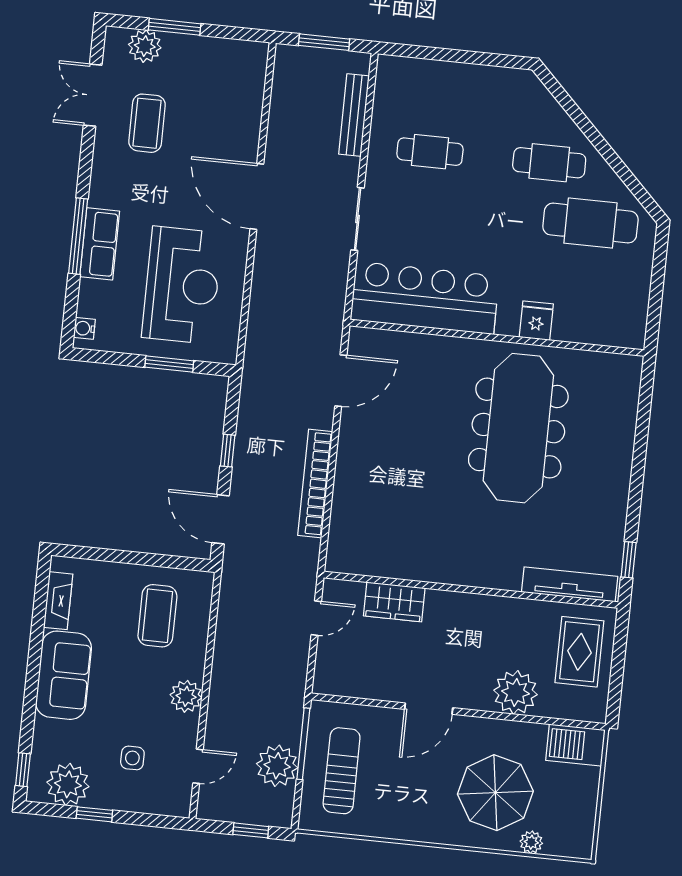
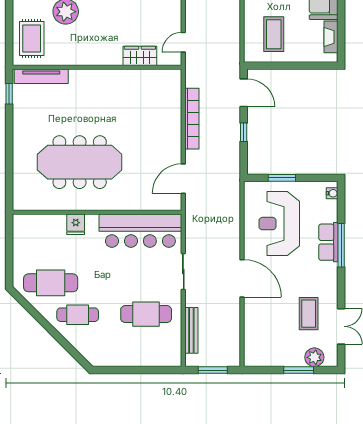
cafe table: (430, 152) -> (146, 314), width x1.37, depth x1.35
meeting table: (518, 428) -> (80, 162), turned 90

